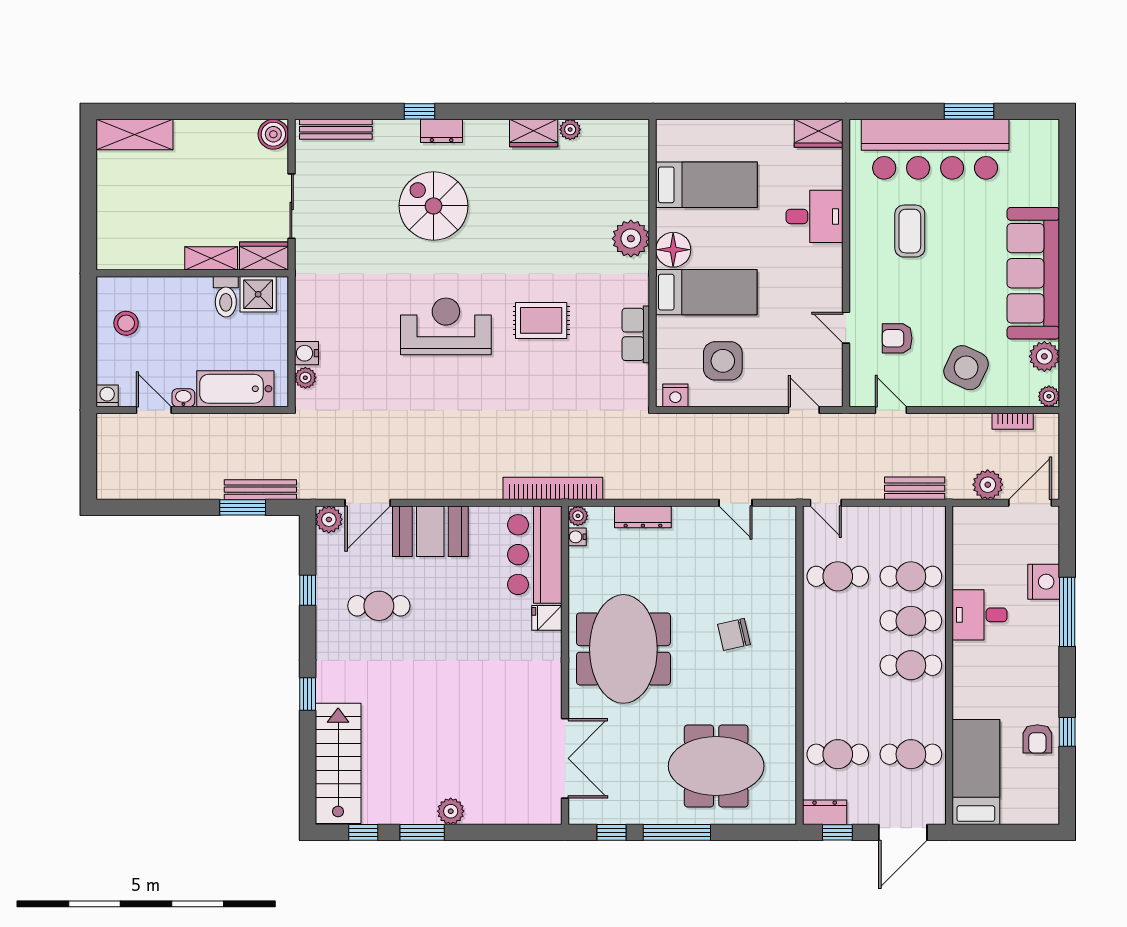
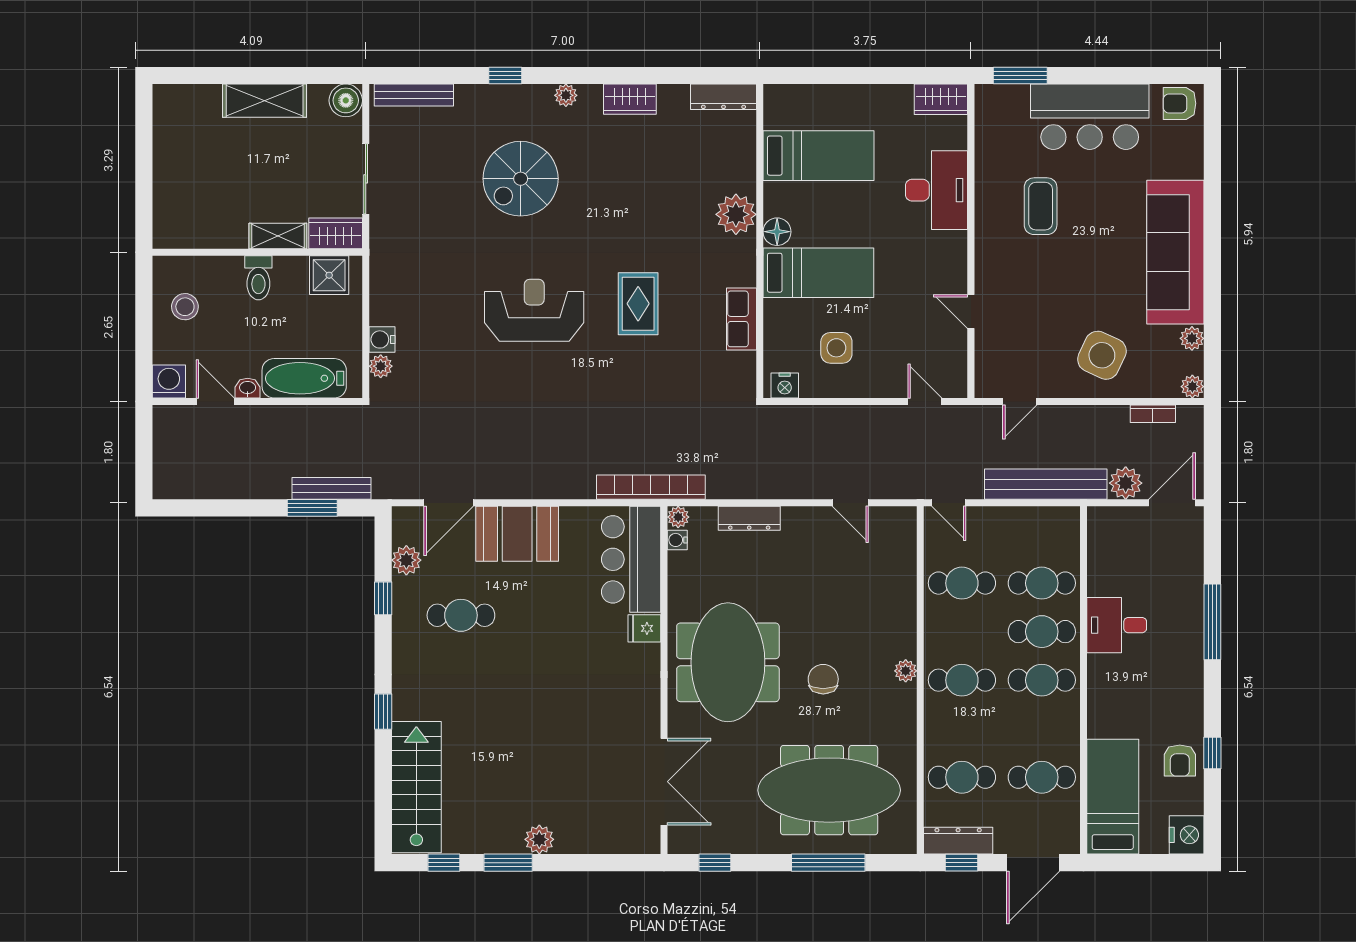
window: (969, 111) -> (1020, 75), moved
plant: (570, 130) -> (566, 95), moved
dresser: (442, 131) -> (723, 97), moved, width x1.44
shelving: (134, 134) -> (265, 101), moved
bar counter: (935, 149) -> (1090, 117), width x0.73
spiral stairs: (434, 206) -> (521, 179), turned -90
desk: (815, 216) -> (937, 190), width x1.37
floor lamp: (673, 250) -> (777, 232), width x0.73, depth x0.73
toilet: (226, 297) -> (258, 278), moved
rug: (541, 320) -> (638, 304), turned 90
armchair: (897, 338) -> (1180, 103), moved
plant: (1044, 356) -> (1192, 338), width x0.73, depth x0.73
side table: (723, 361) -> (836, 348), width x0.73, depth x0.73
washing machine: (107, 396) -> (169, 381), width x1.38, depth x1.38
door: (891, 410) -> (1020, 401), swing flipped
bench: (915, 488) -> (1046, 484), width x1.86, depth x1.21
plant: (329, 519) -> (406, 560), moved
nightstand: (1044, 582) -> (1187, 835), moved
chair: (734, 634) -> (823, 679), moved, turned 103
plant: (786, 657) -> (906, 671), added
cafe table: (838, 665) -> (962, 680), added
meeting table: (716, 766) -> (829, 790), width x1.36
dresser: (825, 812) -> (958, 841), width x1.44
window: (677, 832) -> (828, 863), moved

